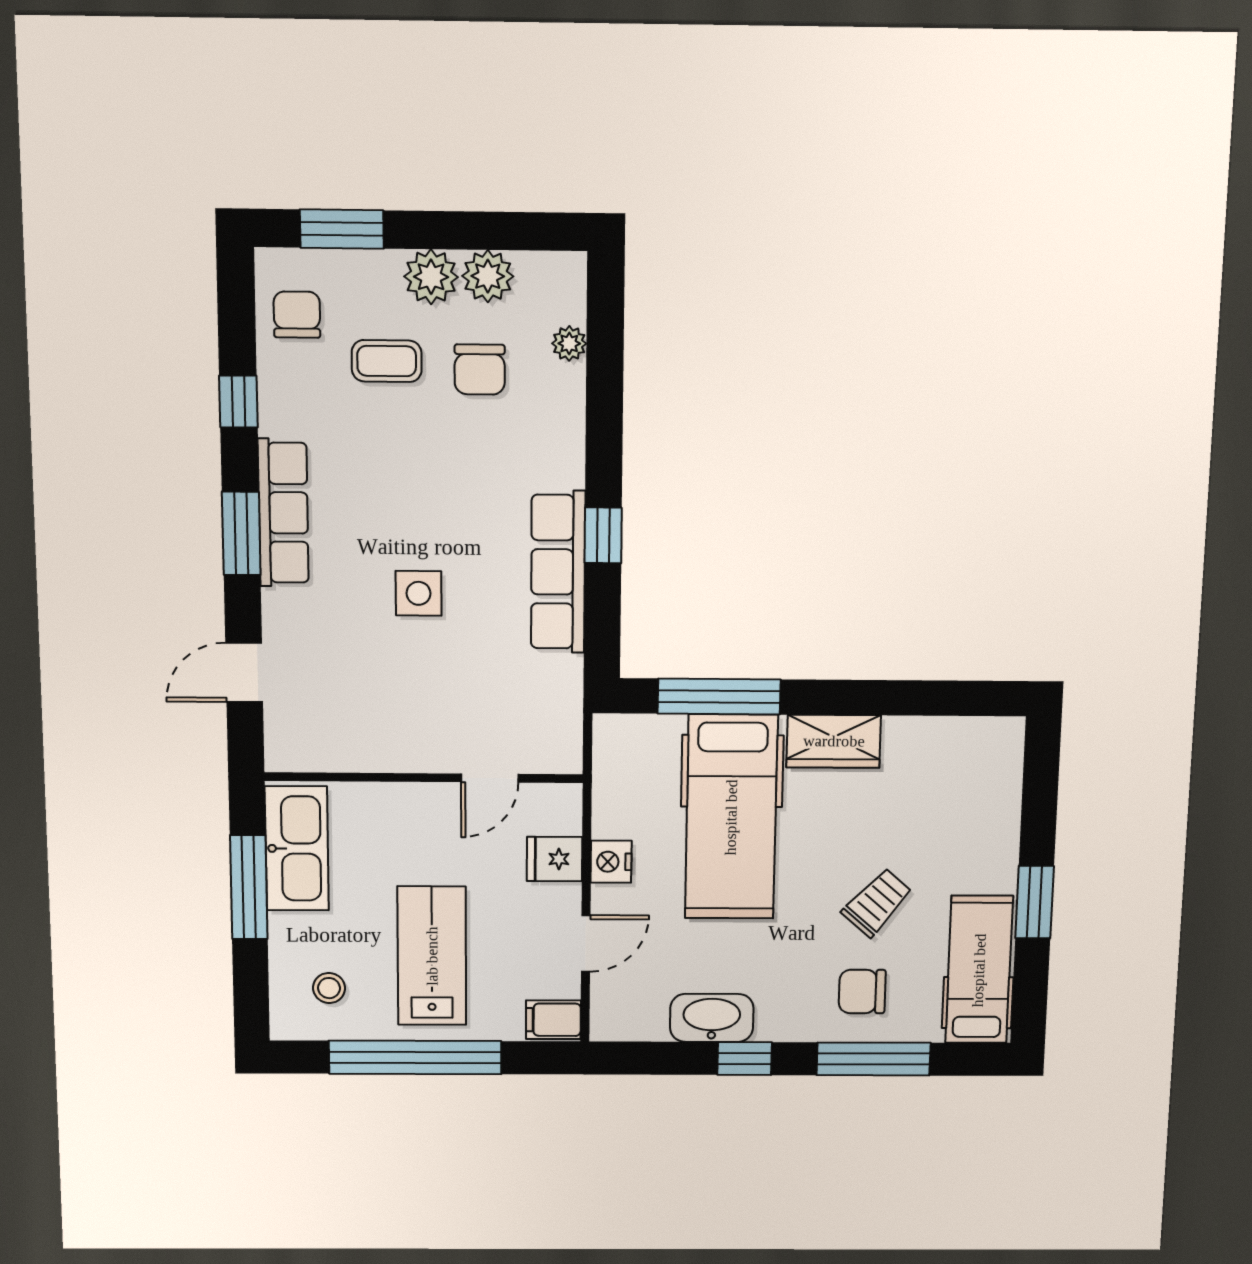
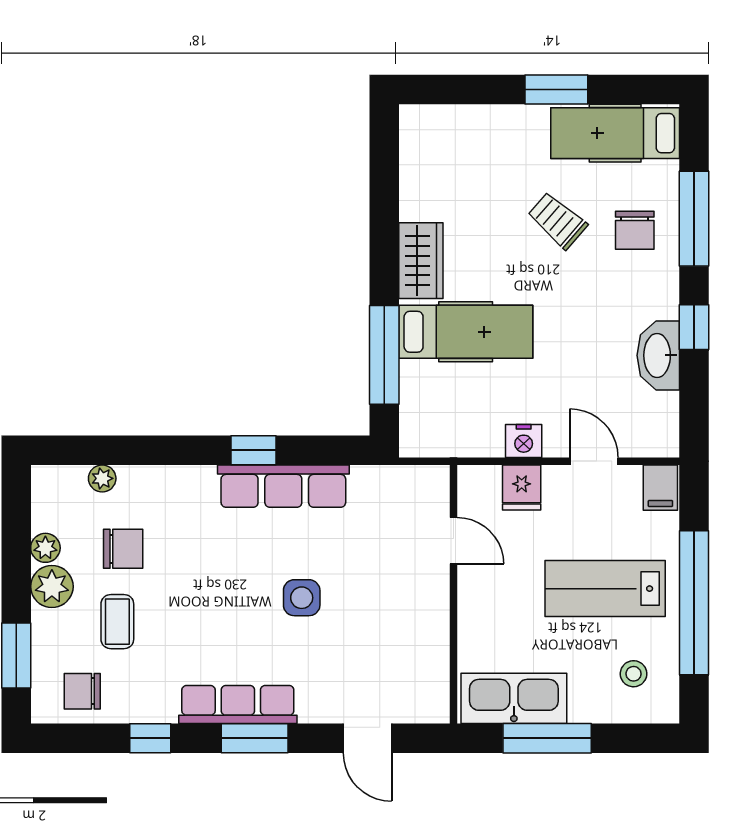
plant: (488, 276) -> (45, 548), width x0.73, depth x0.73
hospital bed: (731, 817) -> (466, 332), width x0.73, depth x0.78

